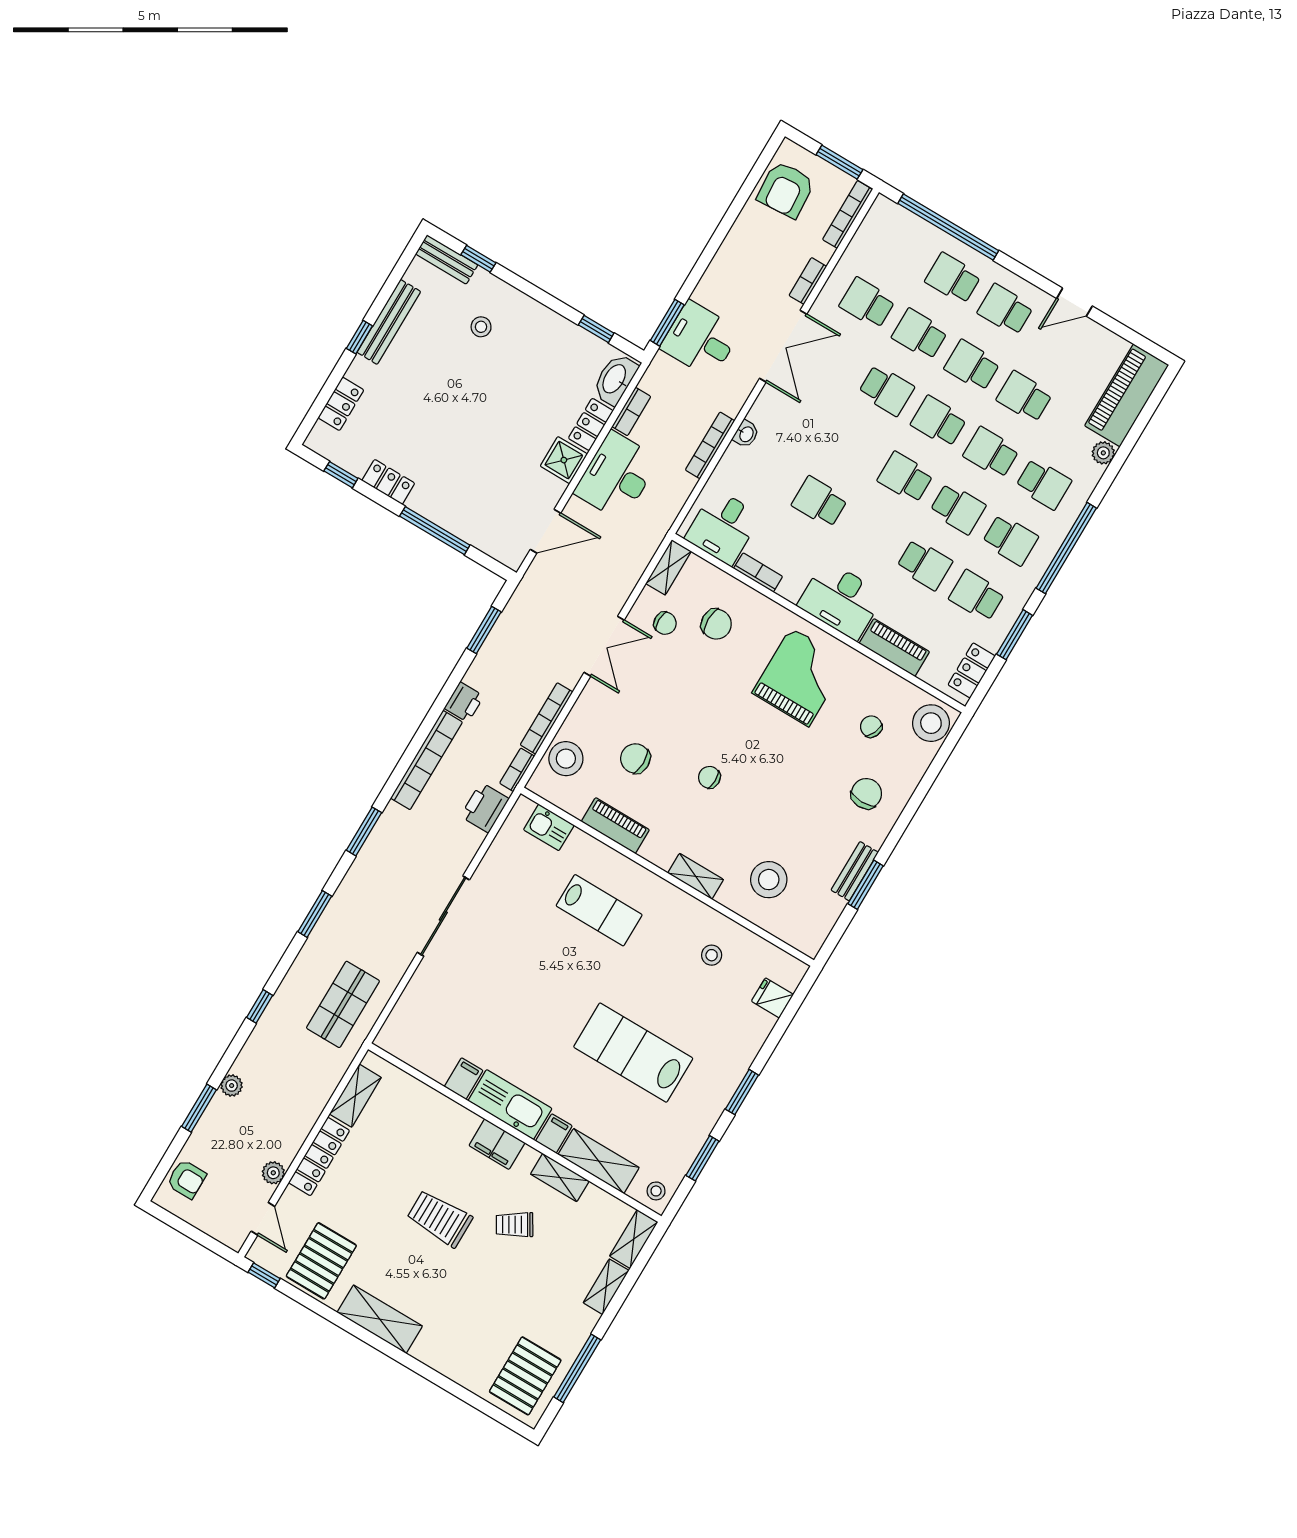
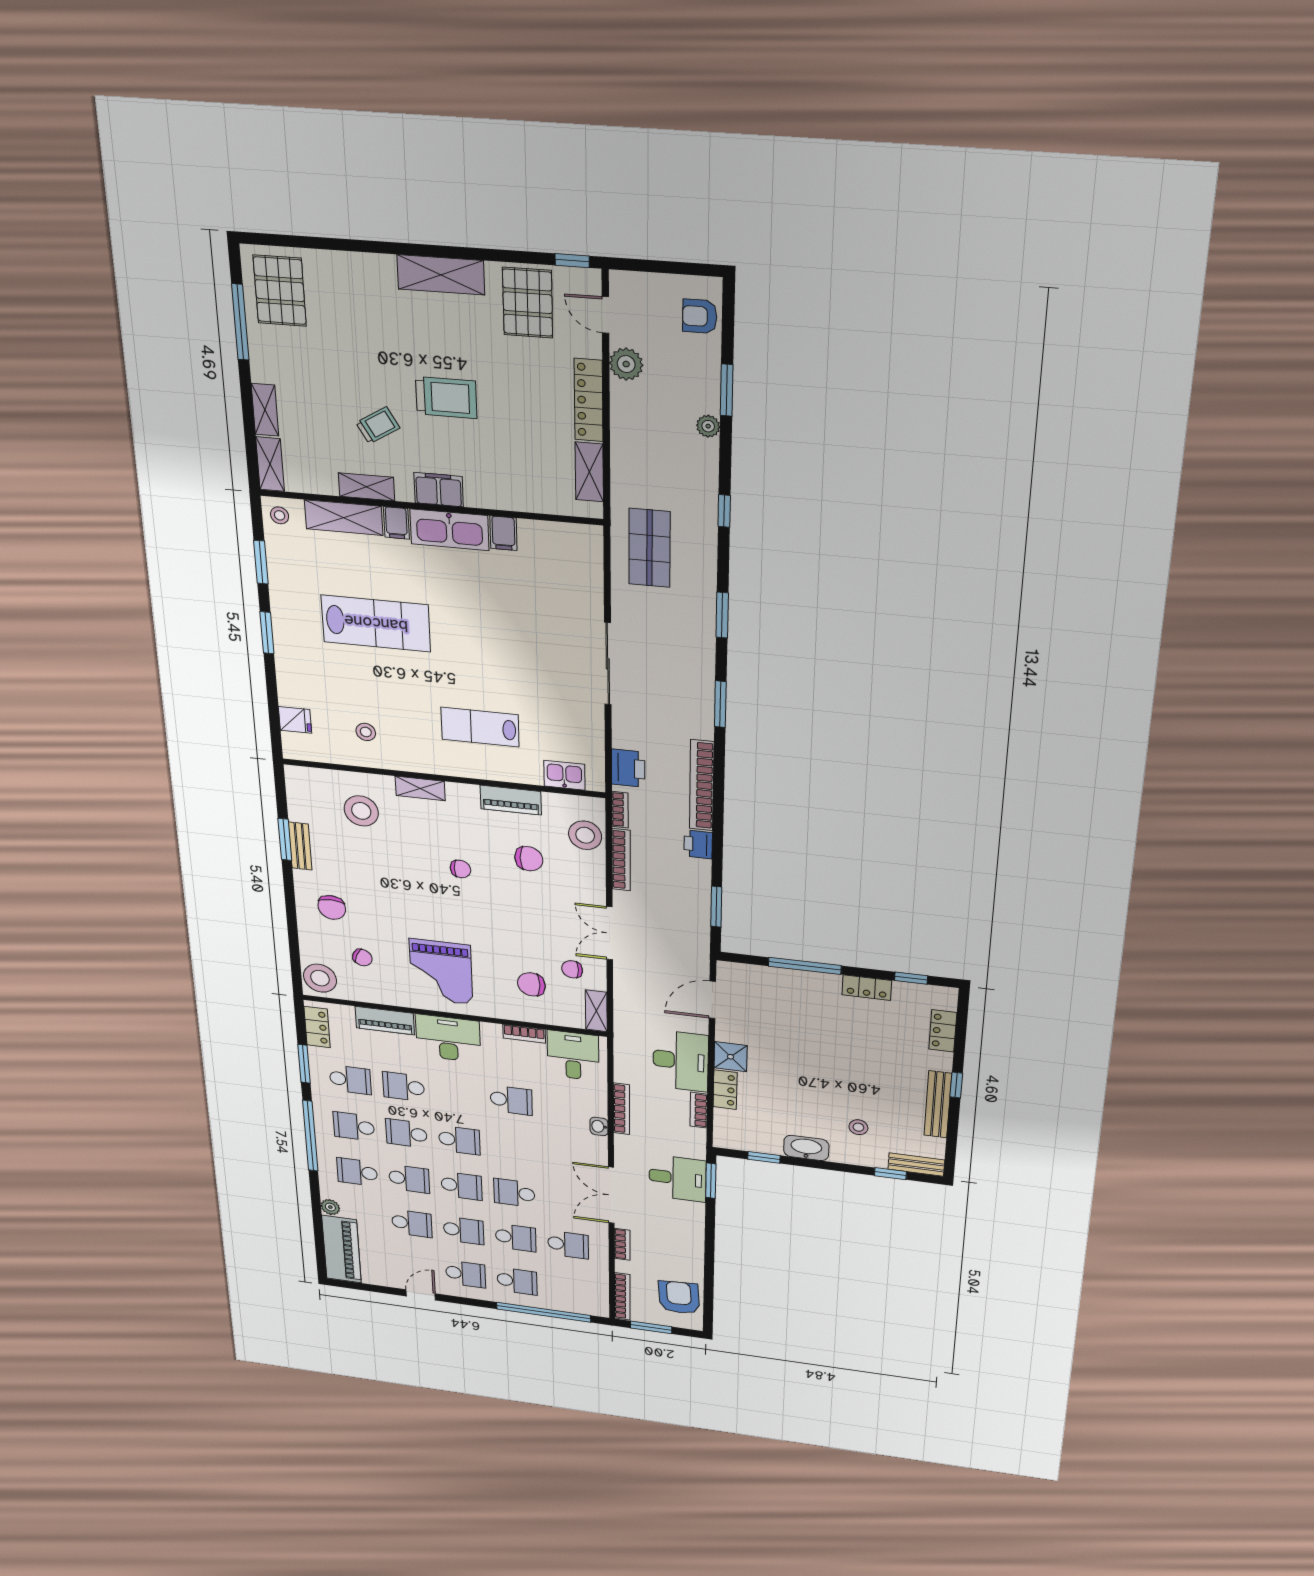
washbasin: (615, 379) -> (806, 1148), moved, turned -90
plant: (273, 1173) -> (626, 364), width x1.38, depth x1.38

